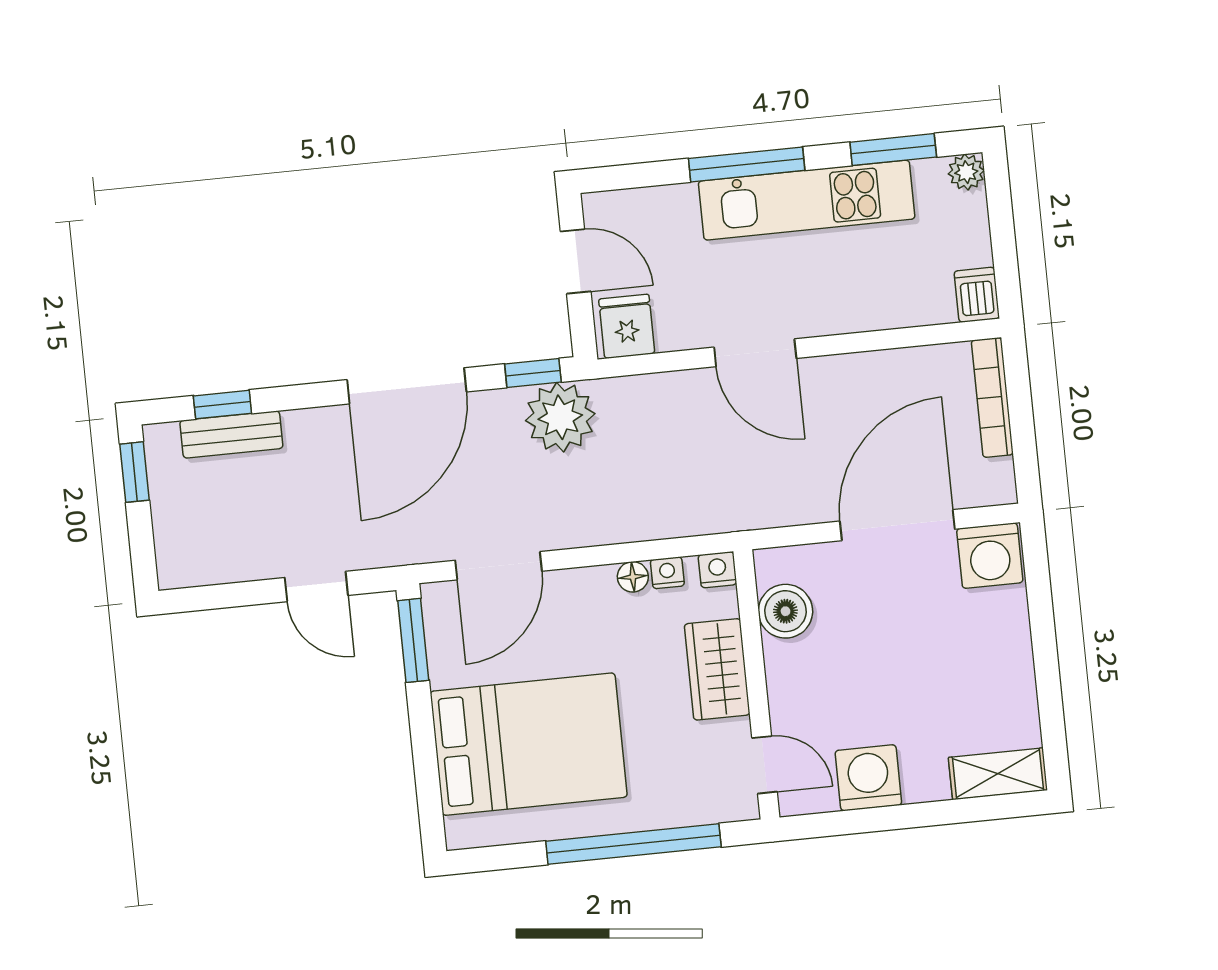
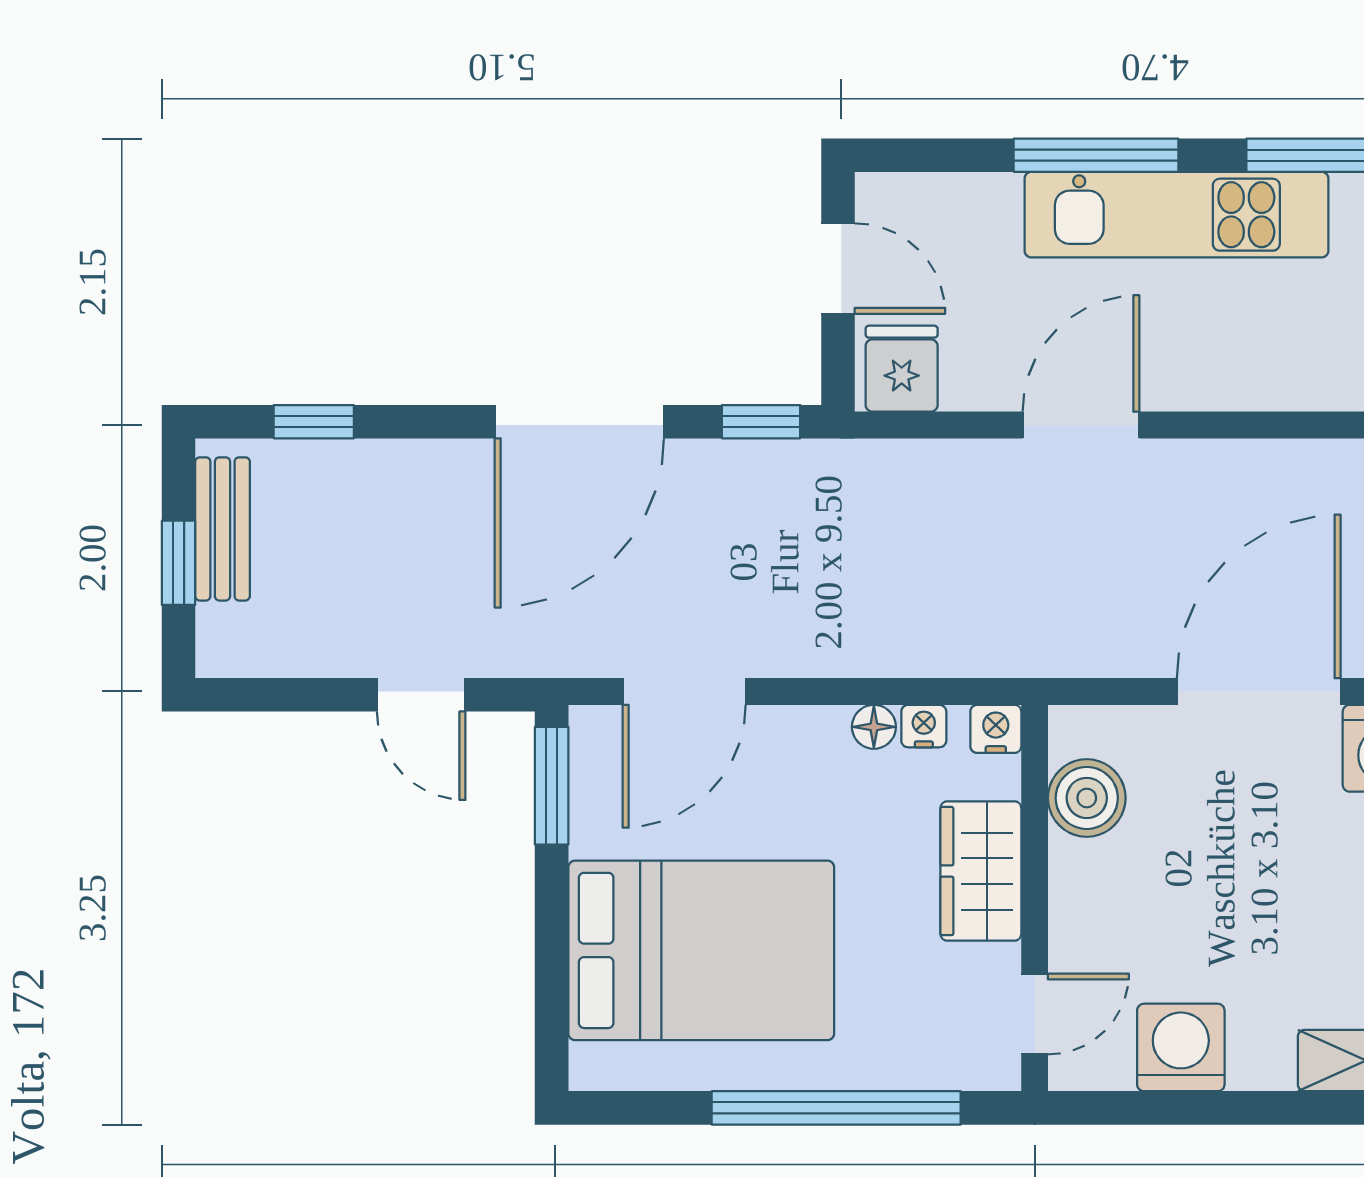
door: (755, 353) -> (1081, 425), swing flipped
plant: (560, 417) -> (794, 489), removed
bench: (231, 434) -> (222, 529), moved, turned 90
window: (135, 472) -> (179, 563), moved
door: (765, 765) -> (1035, 1014), hinge flipped

